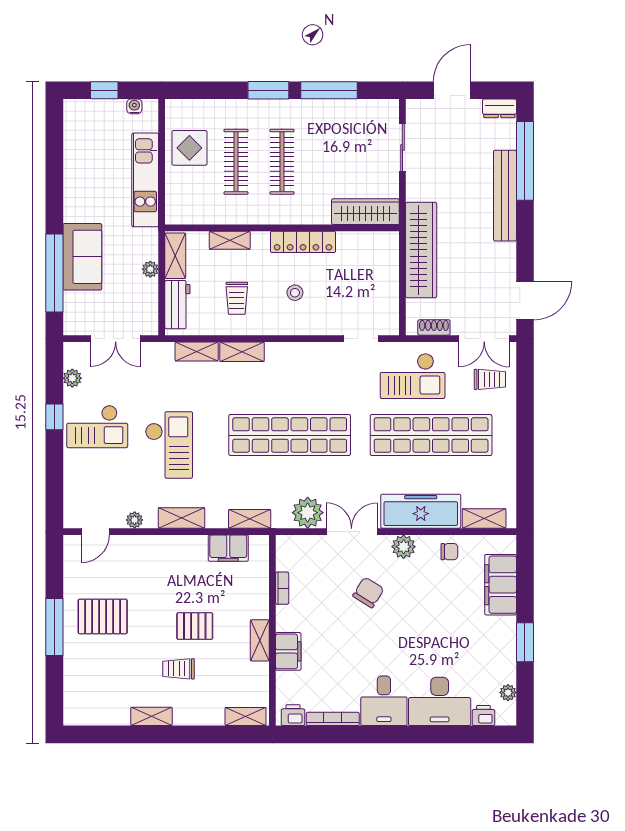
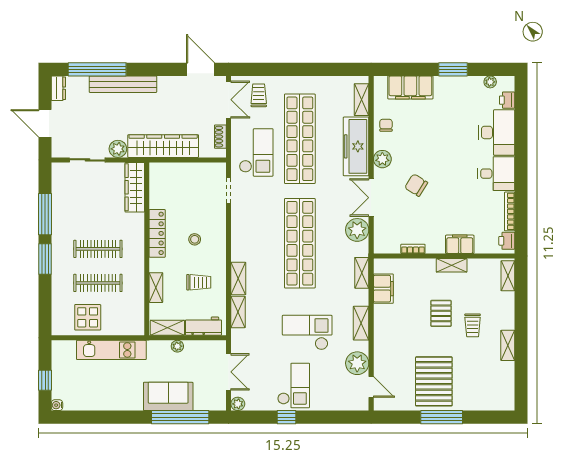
water cooler: (134, 106) -> (57, 405), moved
plant: (417, 189) -> (118, 149), added
plant: (72, 378) -> (238, 404), moved
plant: (135, 520) -> (357, 363), width x1.87, depth x1.87
pallet: (103, 616) -> (434, 381), width x1.37, depth x1.41

